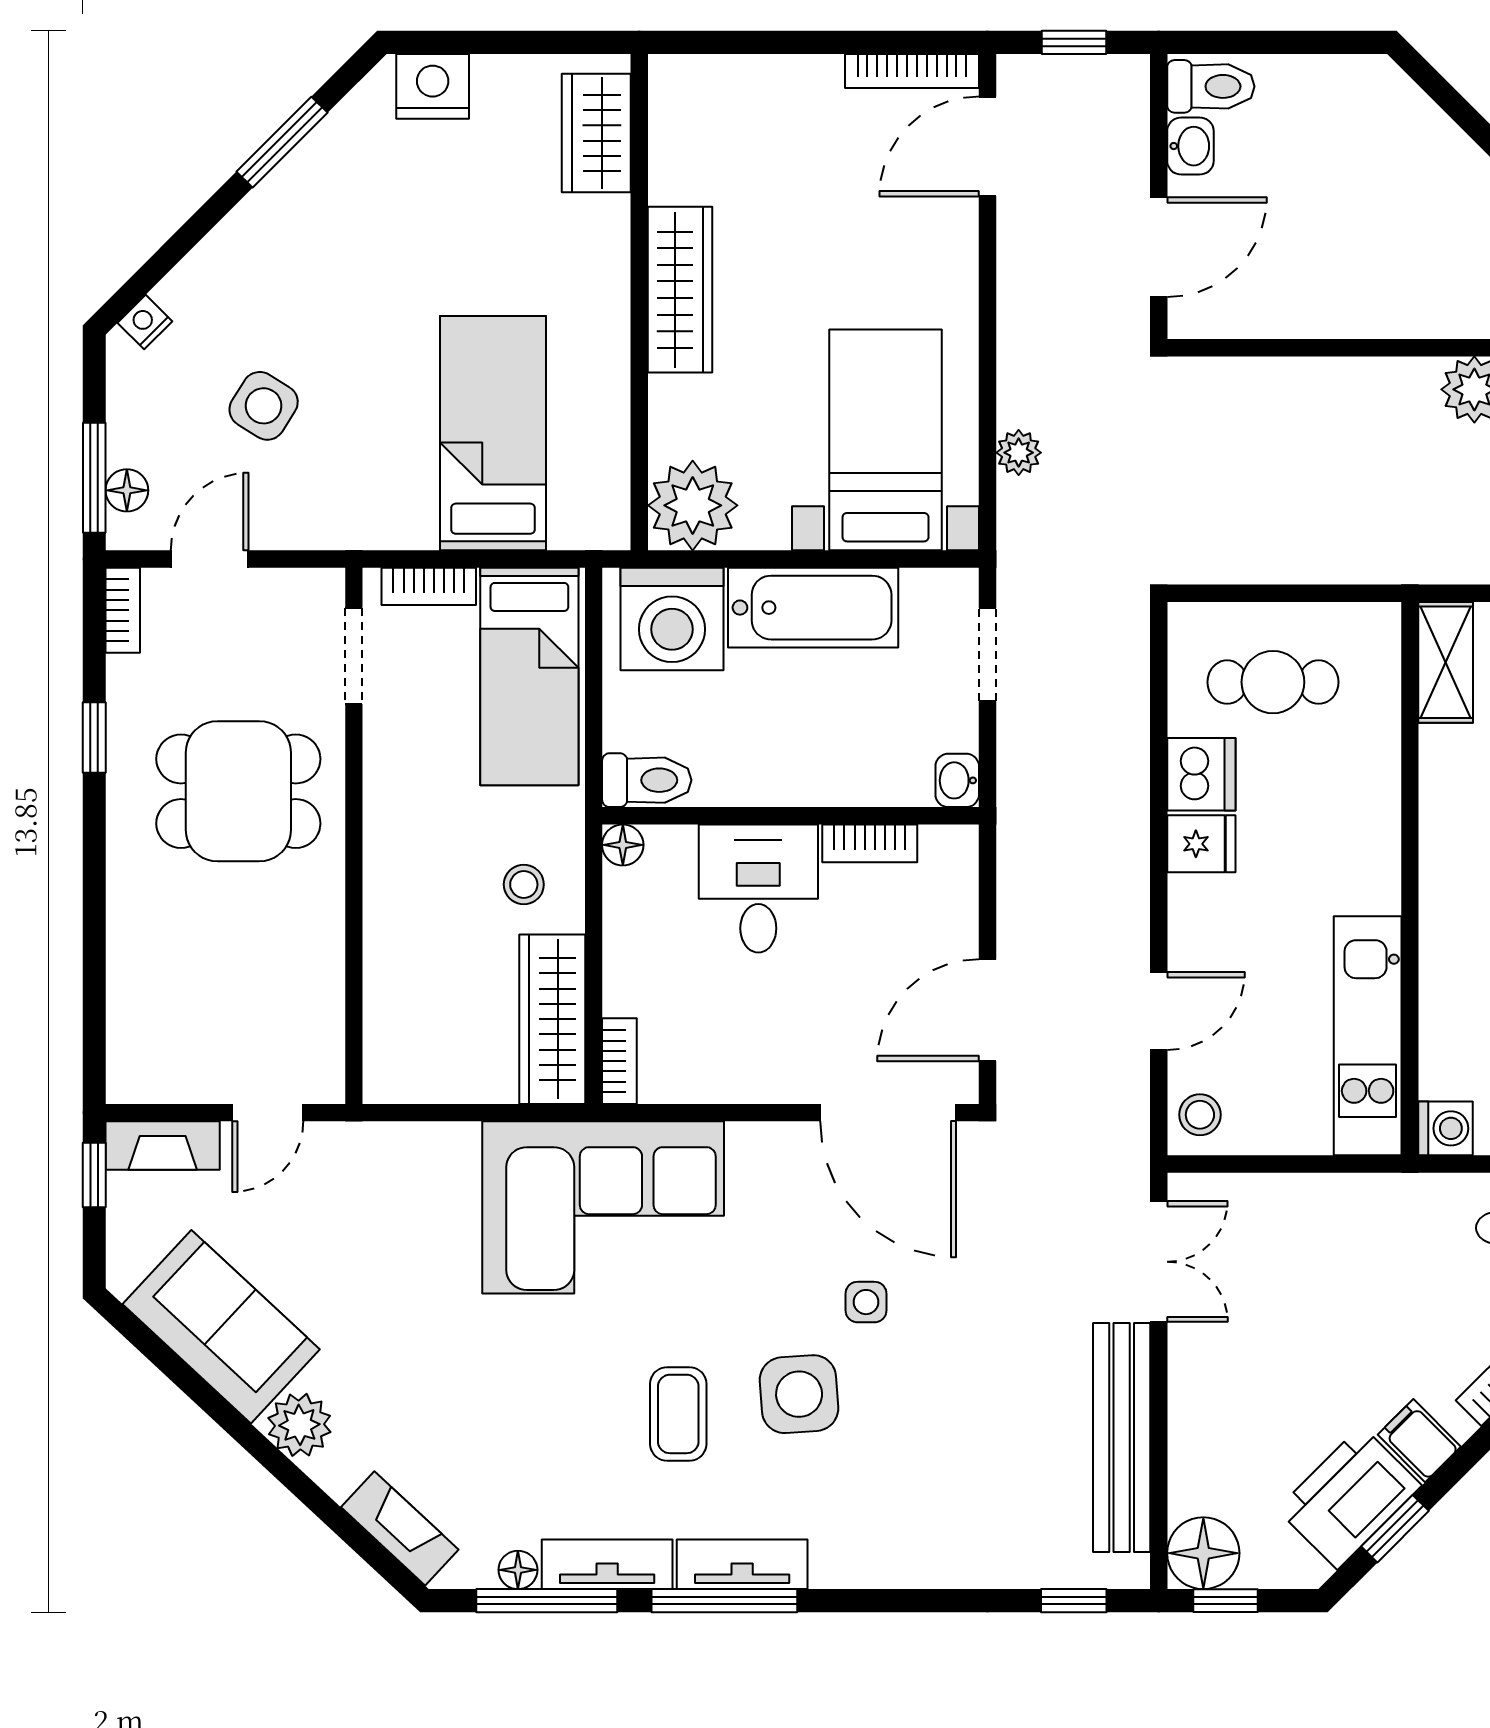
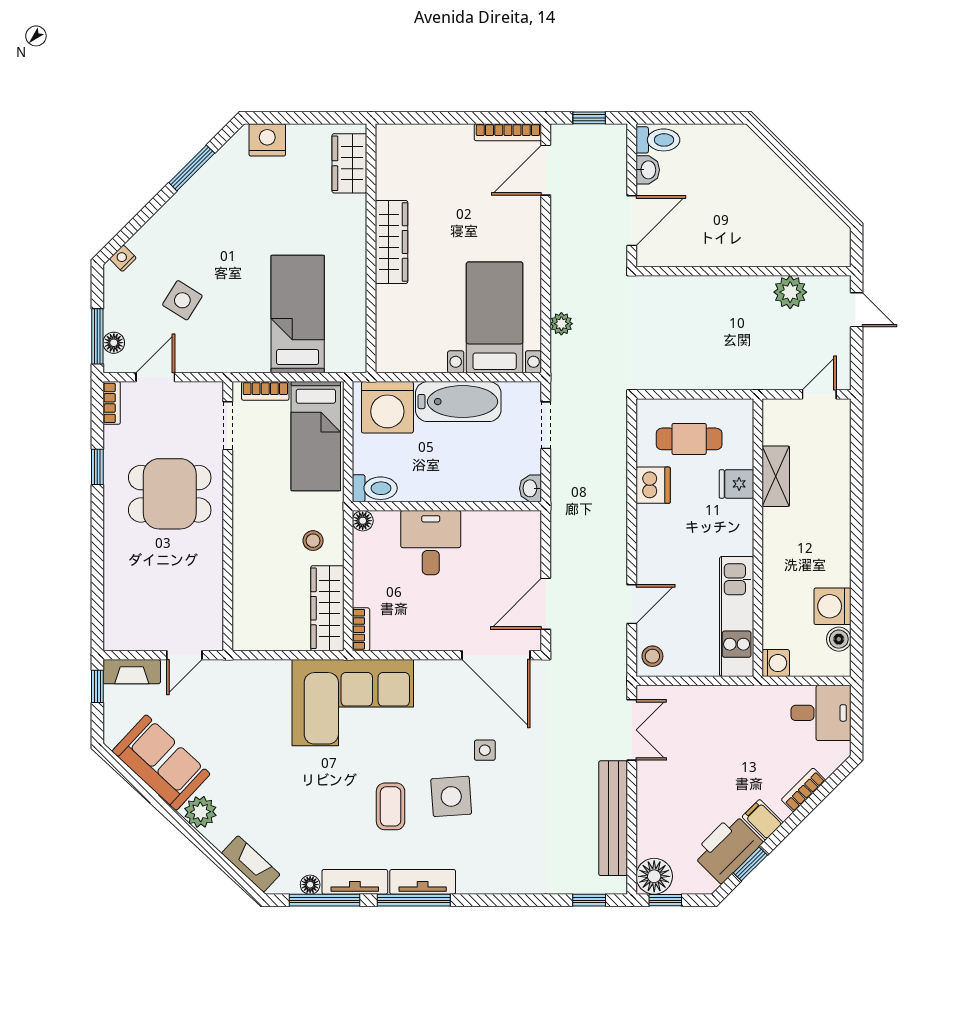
plant: (693, 505) -> (398, 350), removed
shelving: (1446, 662) -> (776, 476), moved
bookcase: (870, 843) -> (487, 520), removed
fridge: (1201, 844) -> (736, 484), moved, turned 180

